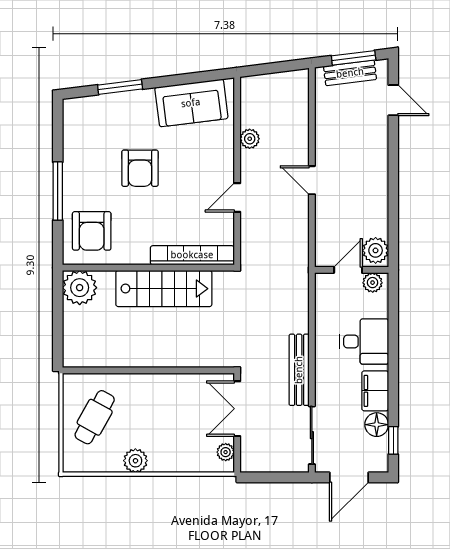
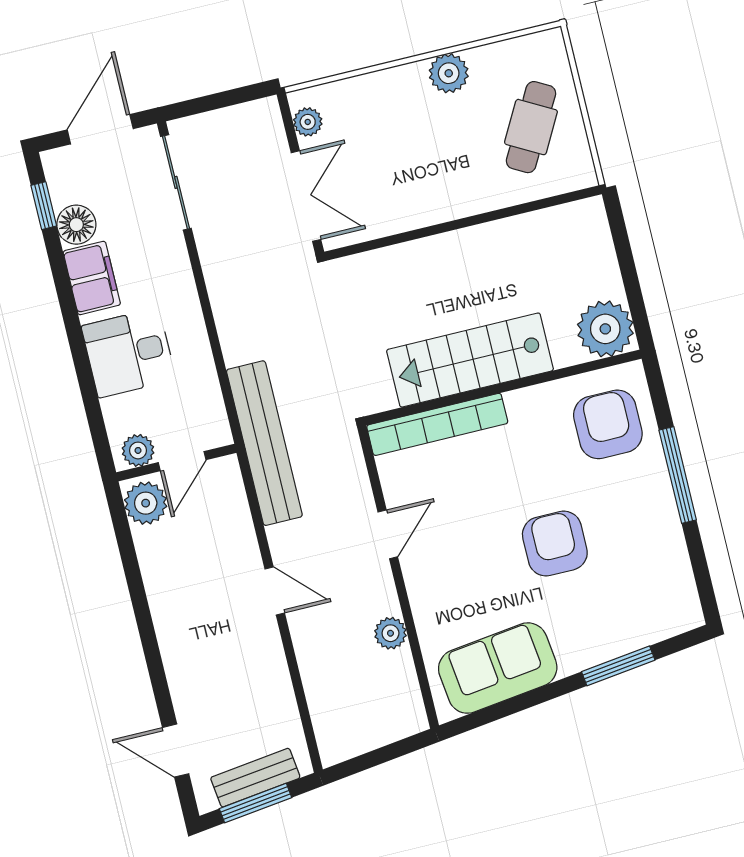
bench: (299, 370) -> (264, 443), moved, width x1.37, depth x1.21

